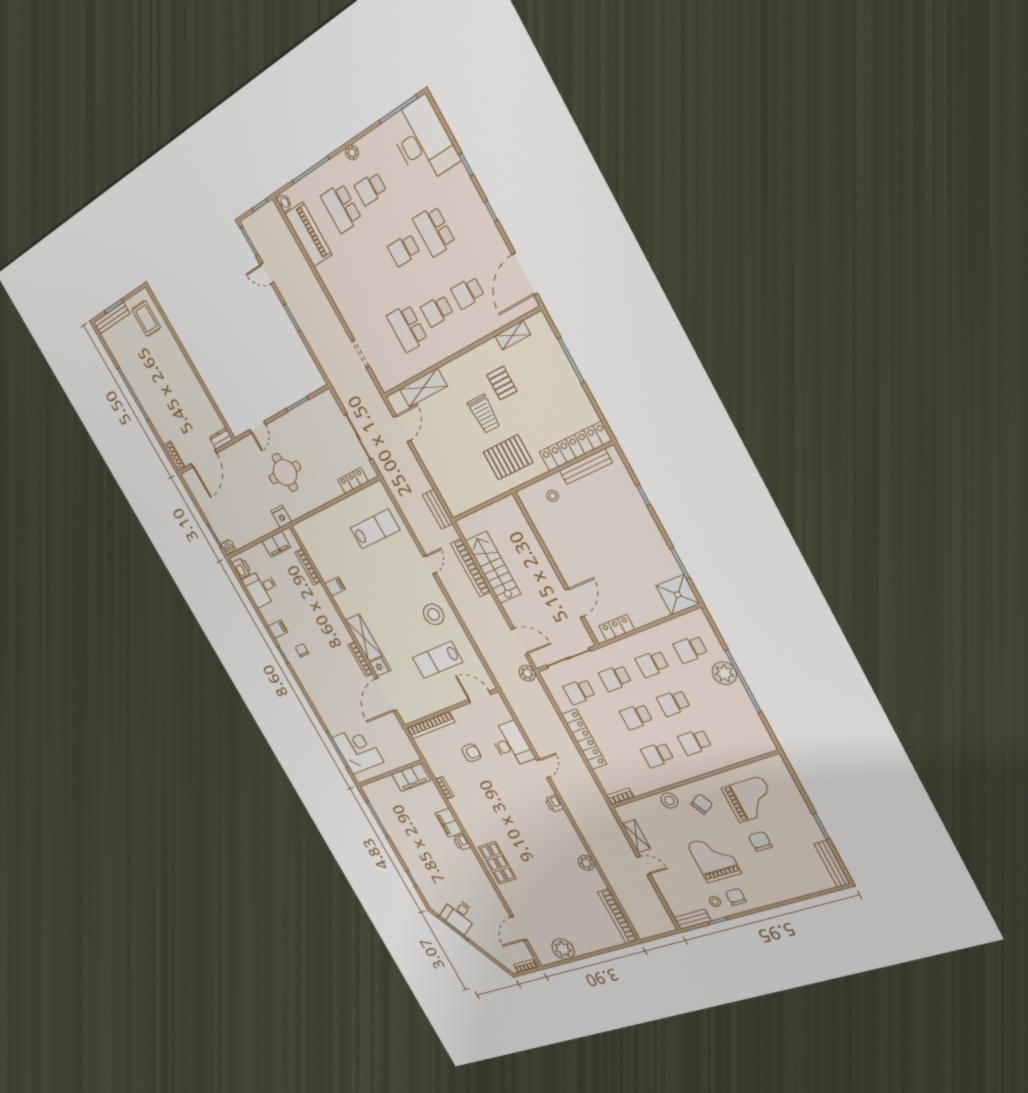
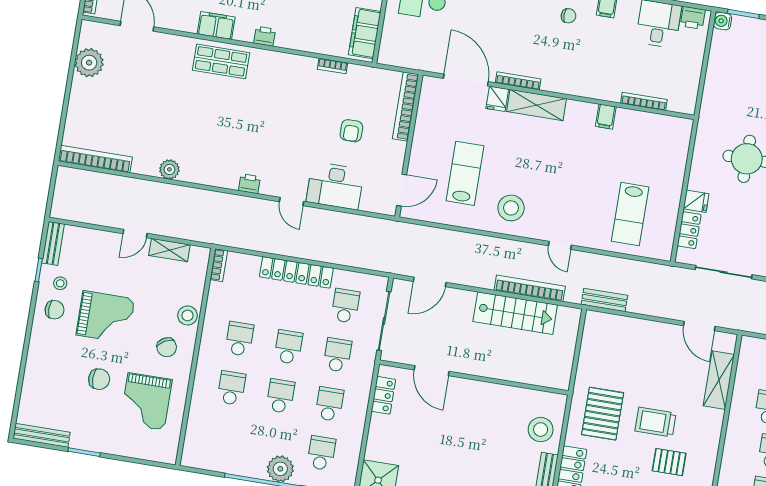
stool: (553, 496) -> (541, 430), width x1.89, depth x1.89
fridge: (281, 516) -> (696, 201), moved
filing cabinet: (276, 544) -> (688, 84), removed
plant: (527, 673) -> (395, 264), removed
filing cabinet: (449, 823) -> (216, 25), moved

